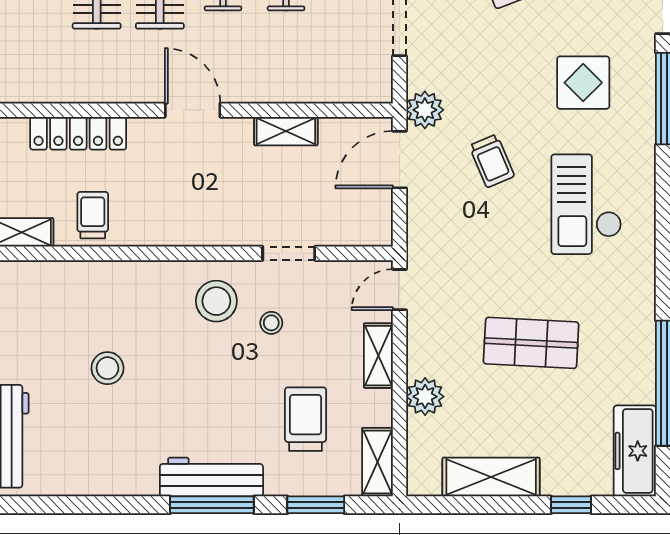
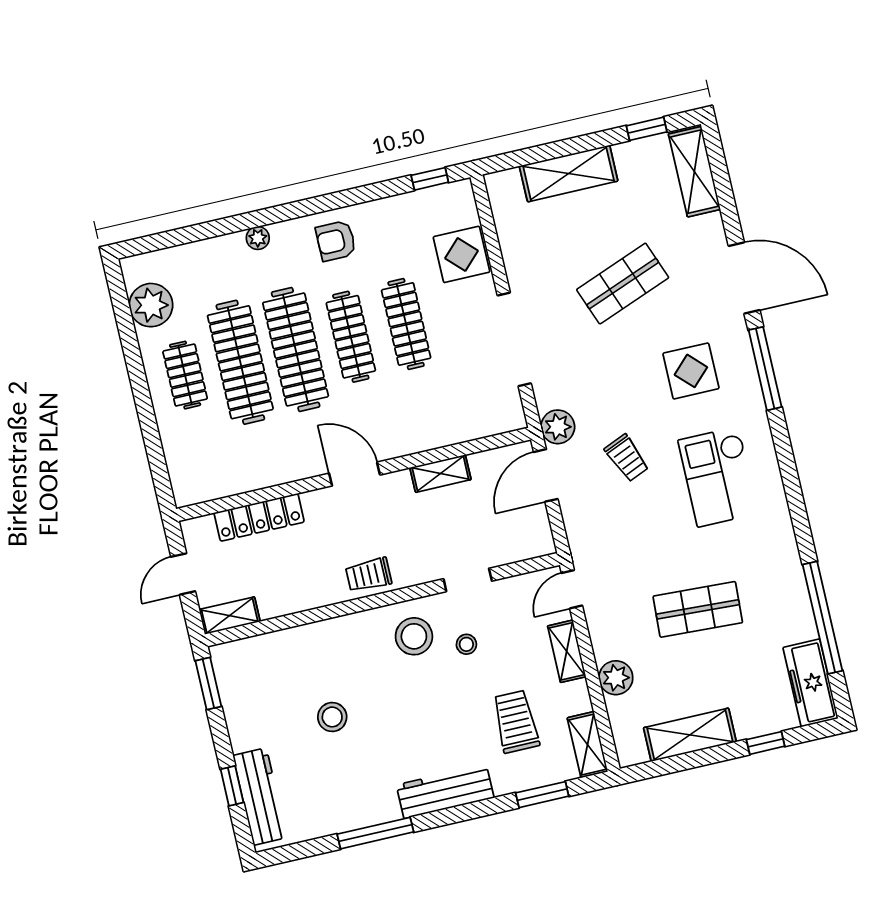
trolley: (93, 215) -> (369, 575), moved, turned -90
window: (212, 505) -> (375, 833), moved

